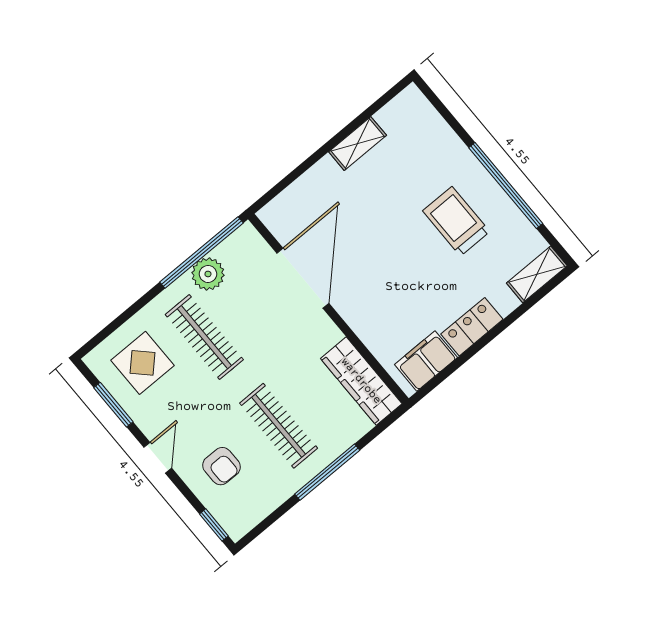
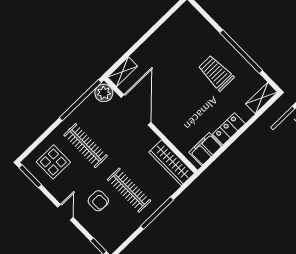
shelving: (358, 144) -> (122, 72), moved
plant: (208, 274) -> (104, 93), moved
window: (113, 405) -> (30, 176), moved
armchair: (221, 466) -> (98, 201), moved

